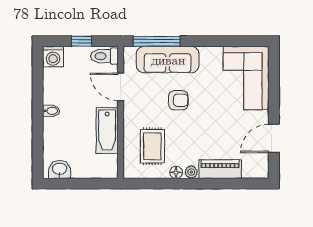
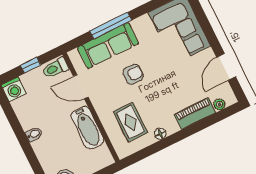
window: (157, 41) -> (111, 26), moved
plant: (191, 172) -> (220, 104), moved

